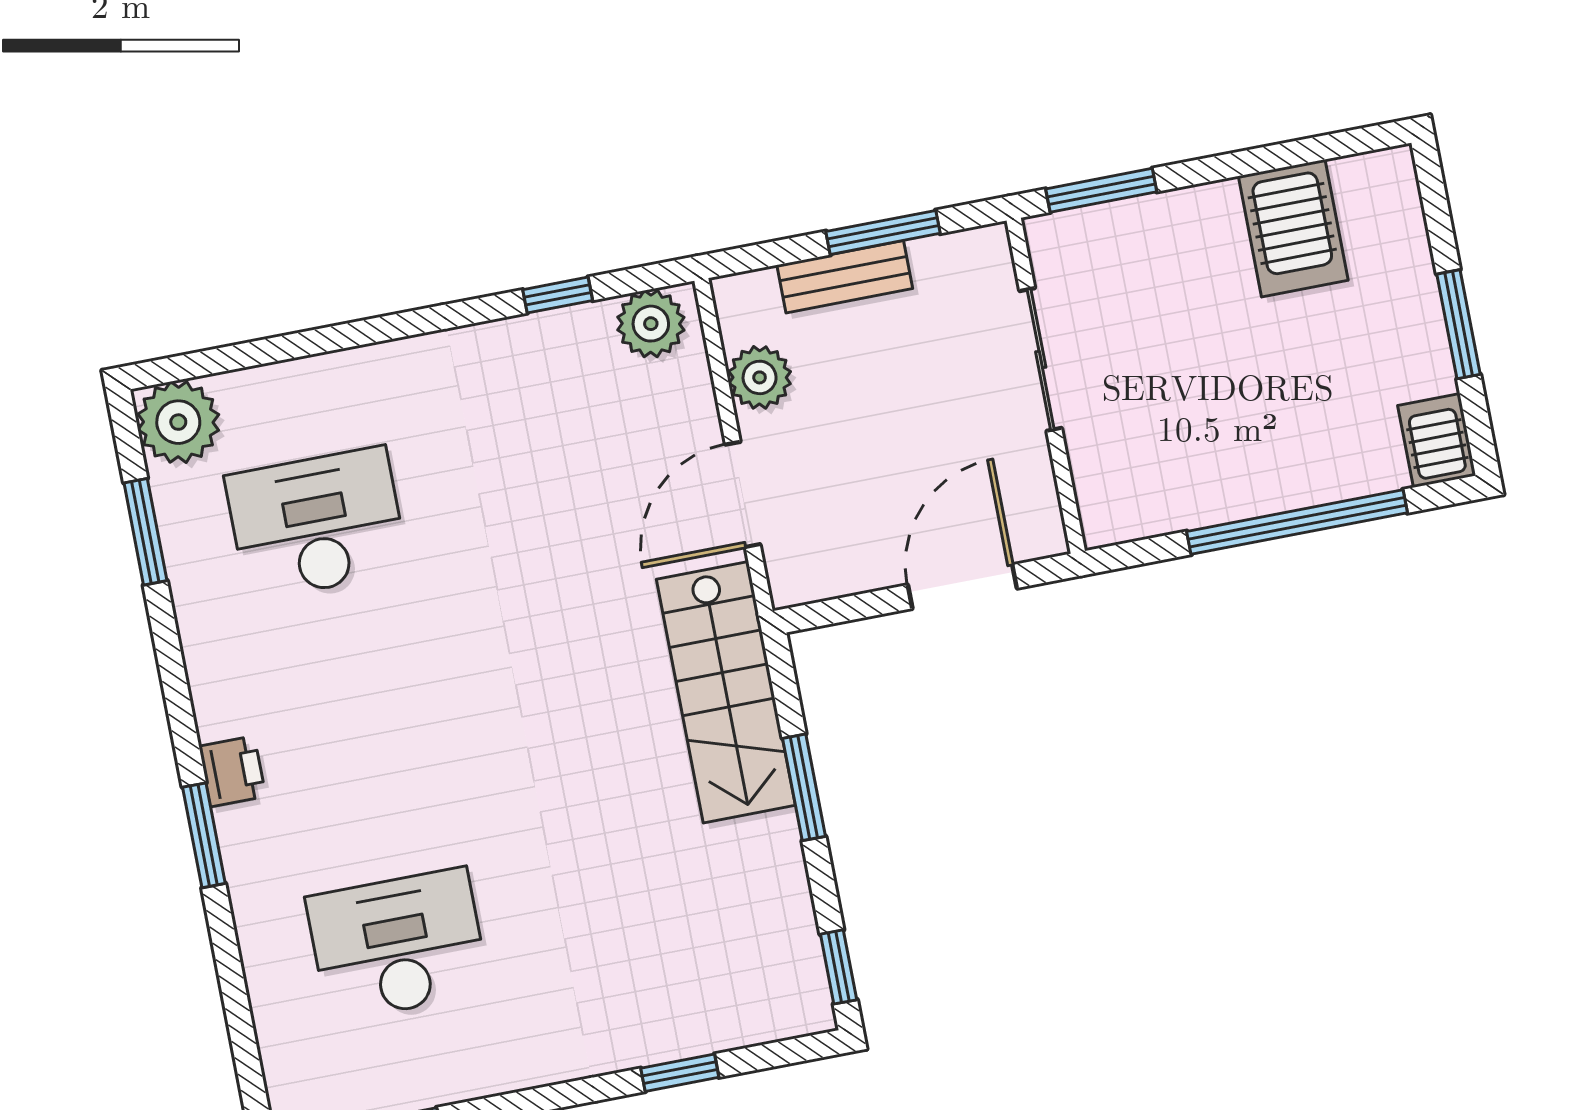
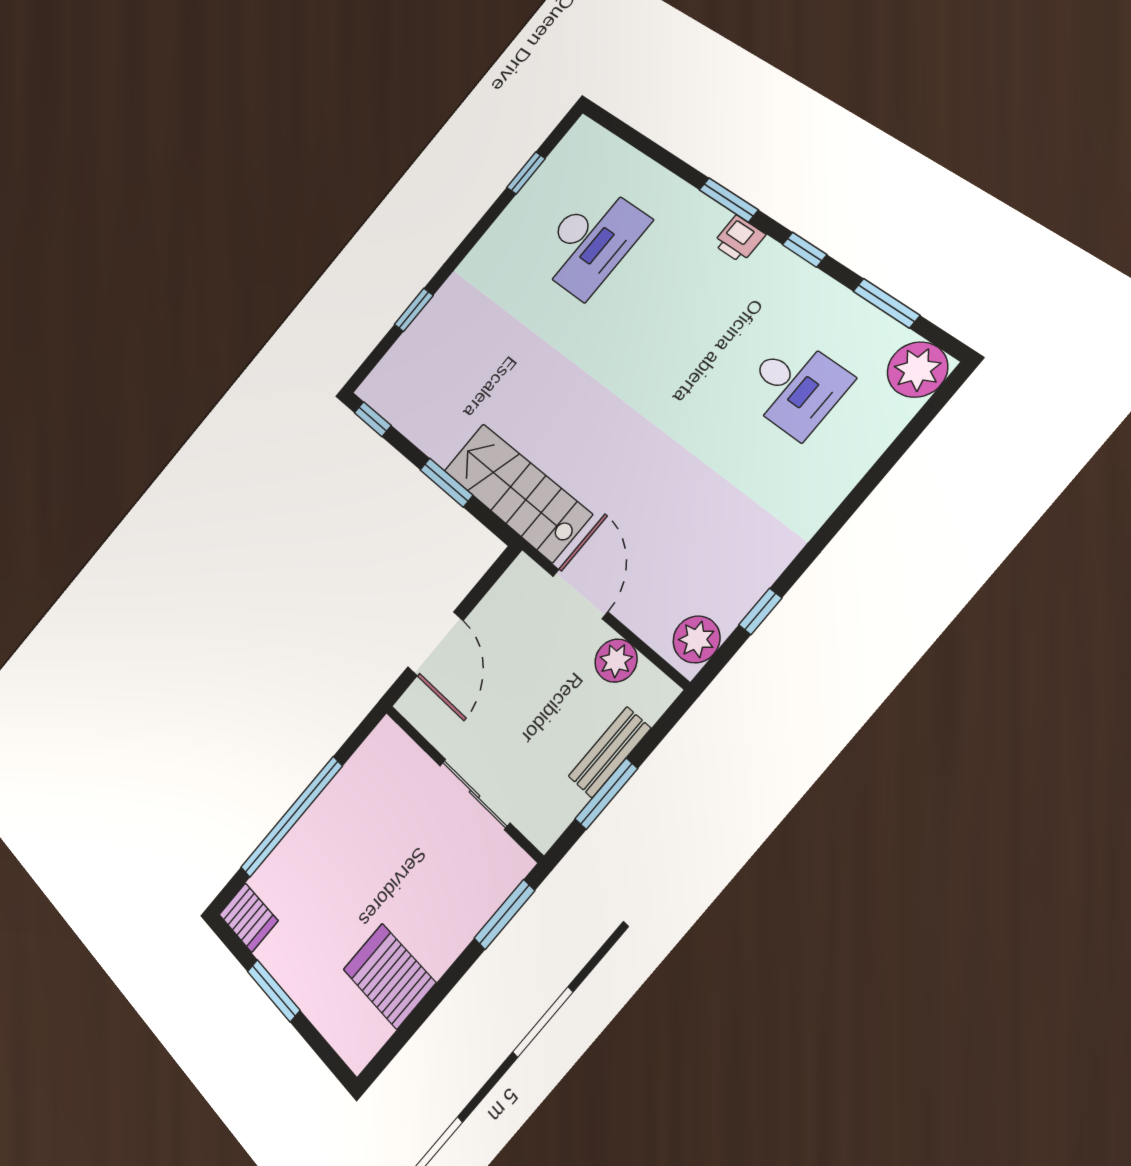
desk: (317, 524) -> (796, 387), width x0.73
window: (175, 684) -> (805, 250), added

